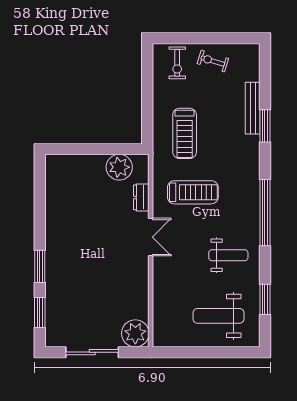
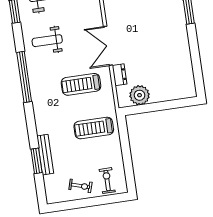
window: (265, 126) -> (36, 161), moved
treadmill: (185, 133) -> (94, 128), turned -90
double door: (151, 237) -> (108, 46), width x1.37

